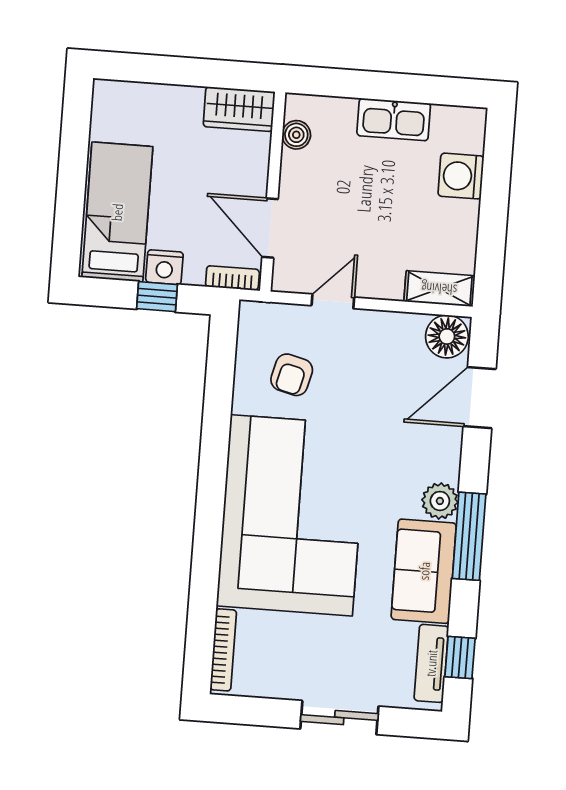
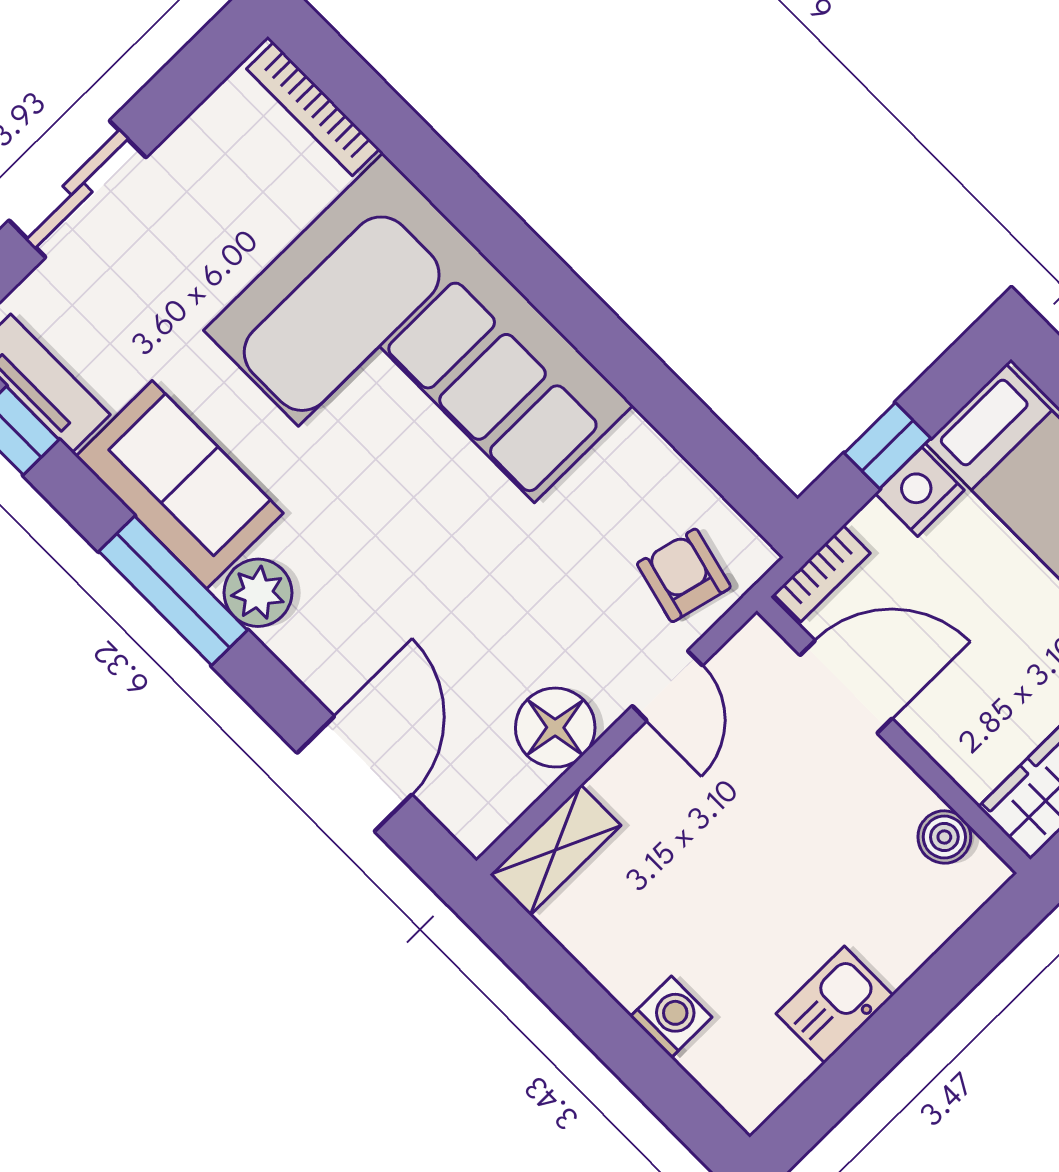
kitchen sink: (394, 119) -> (835, 1005), width x0.73
washing machine: (461, 176) -> (671, 1017), width x0.73, depth x0.73
floor lamp: (447, 336) -> (555, 728), moved
armchair: (292, 375) -> (684, 575), moved

